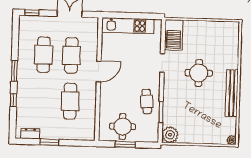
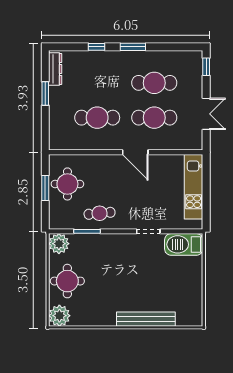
round table: (199, 73) -> (67, 281), moved
bench: (232, 93) -> (146, 319), moved
dresser: (30, 134) -> (55, 69), width x1.44
plant: (232, 140) -> (59, 316), width x1.87, depth x1.87

